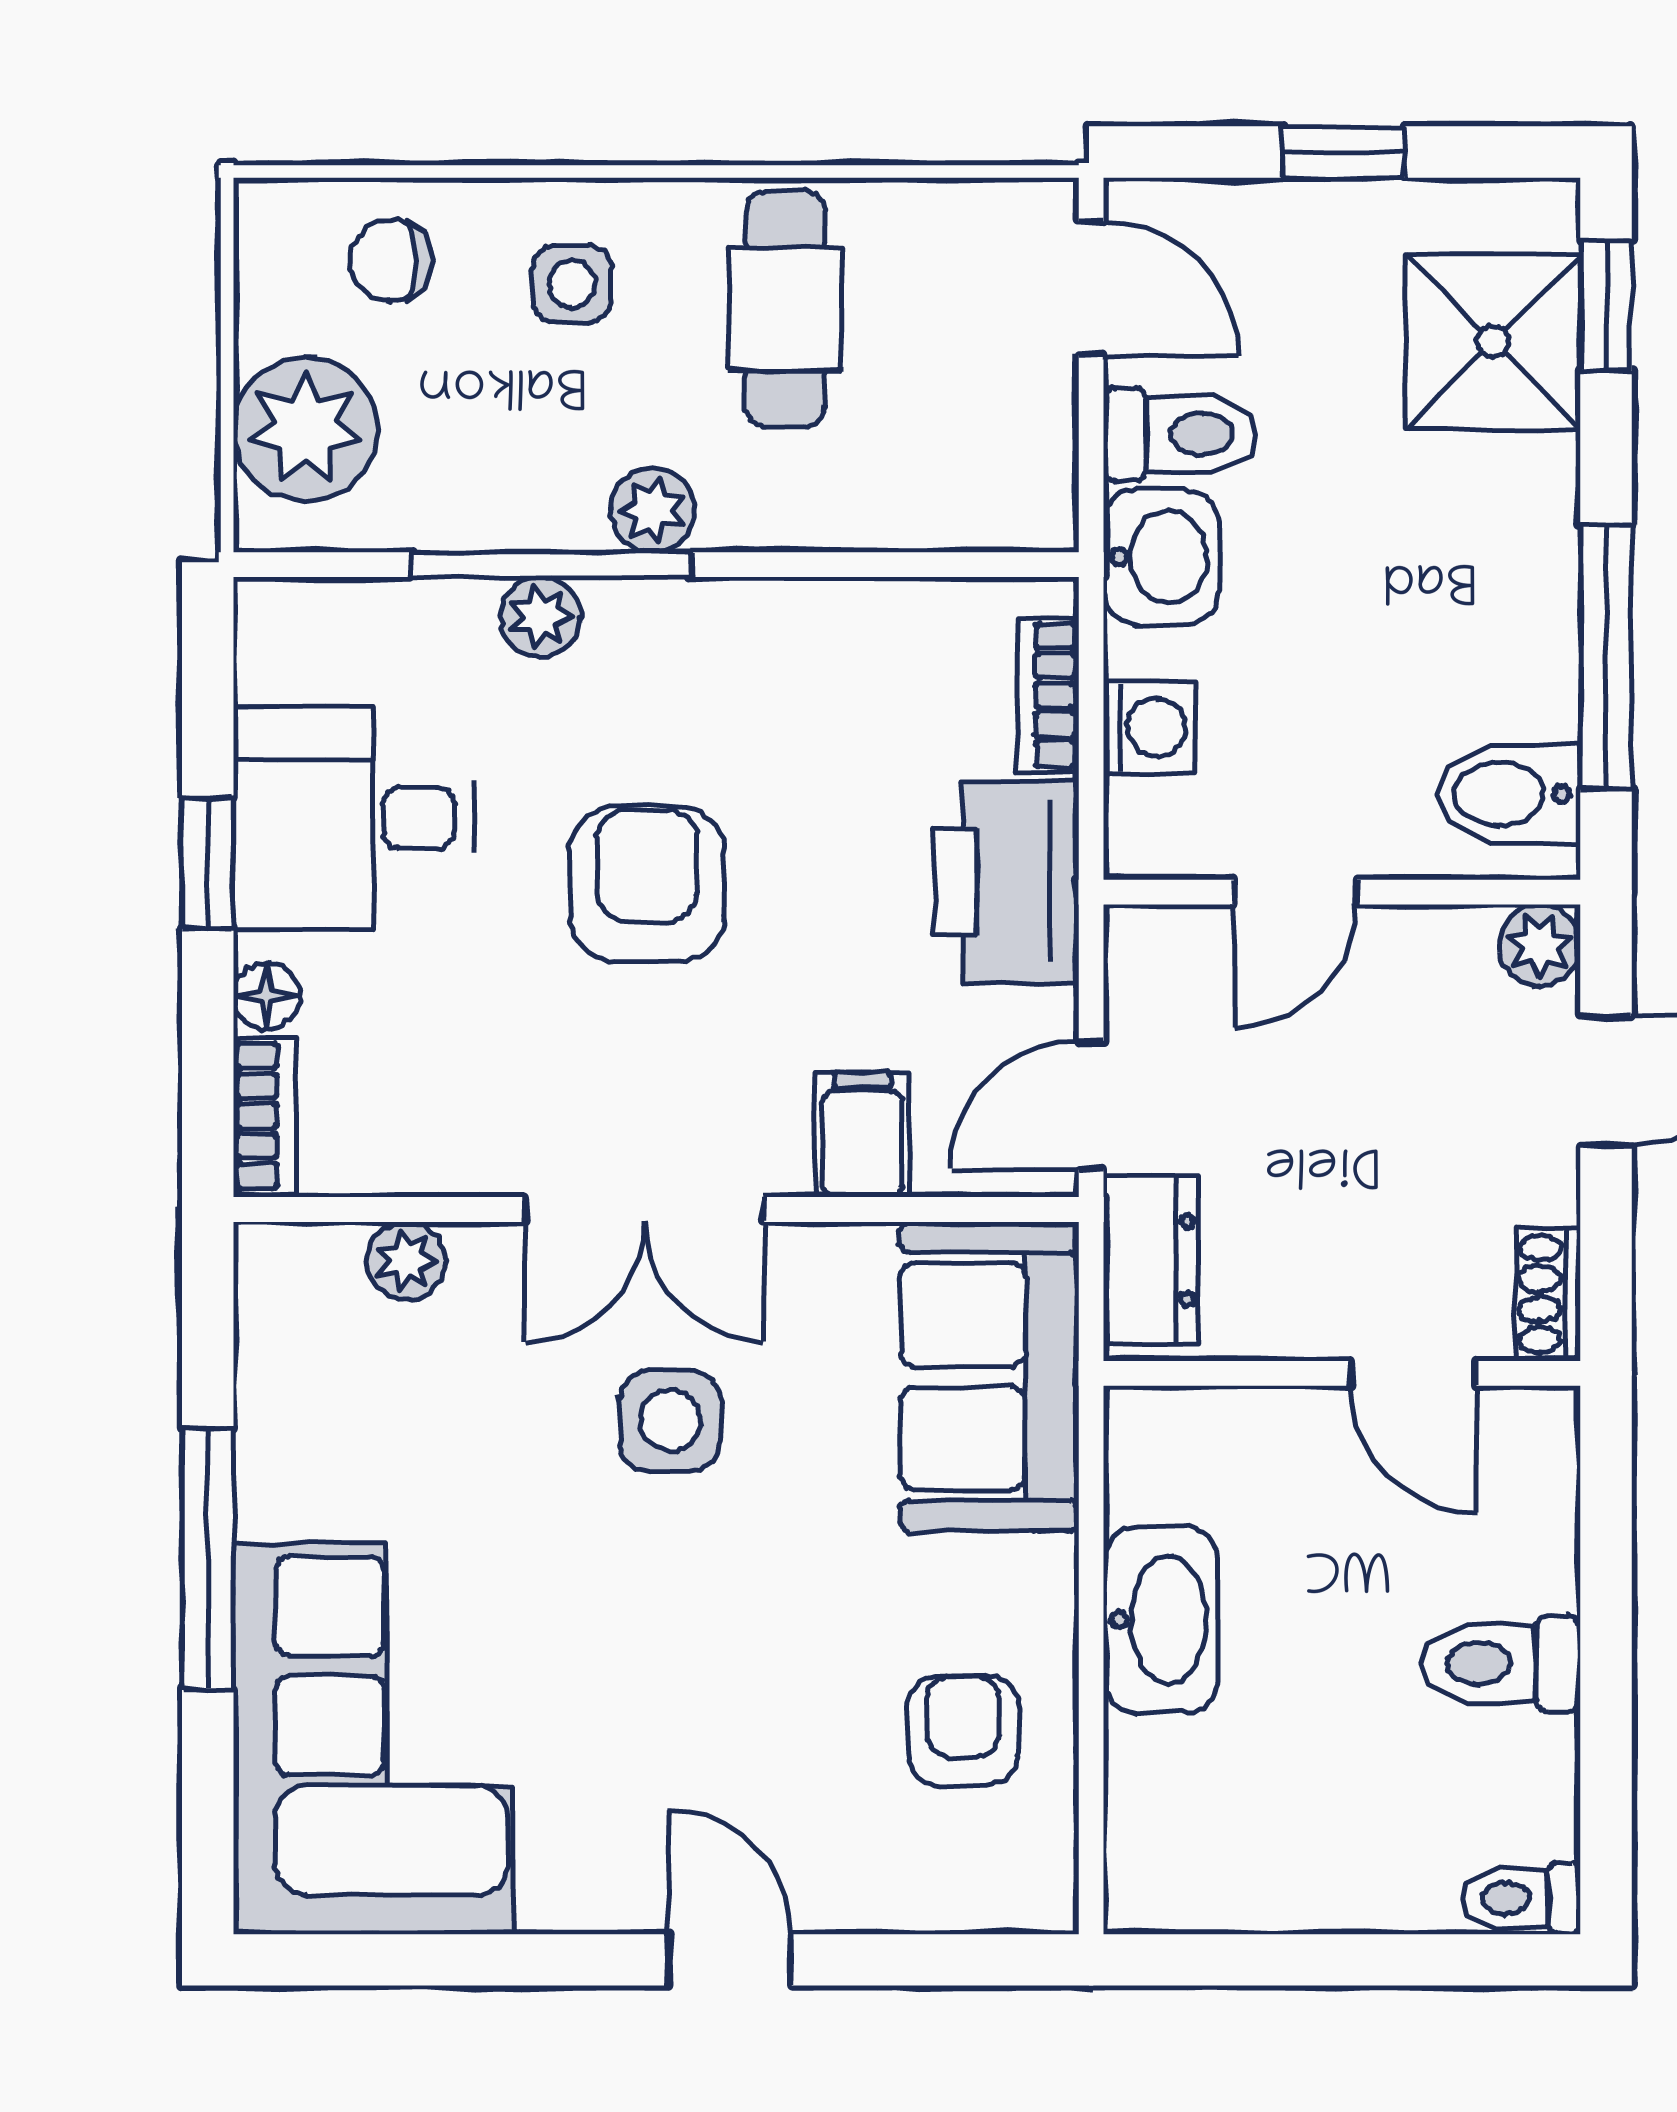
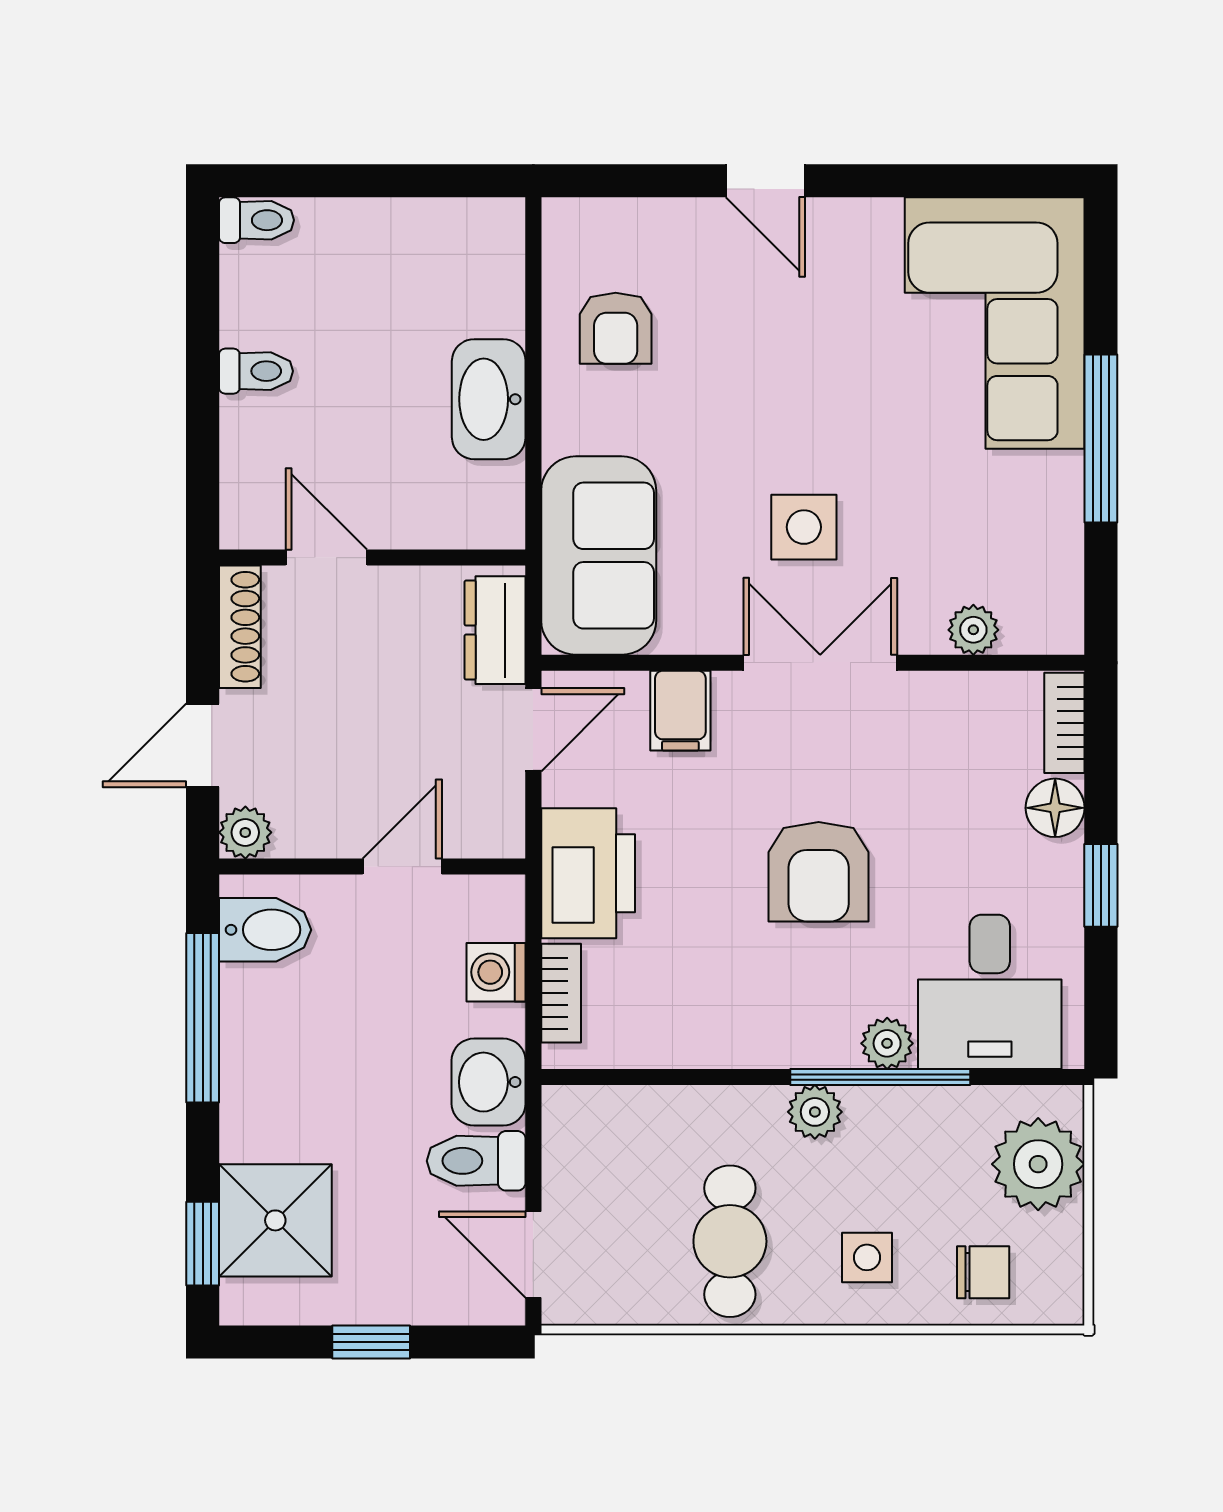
desk: (354, 818) -> (990, 992), moved, turned 90
floor lamp: (267, 996) -> (1055, 808), width x1.37, depth x1.37
shoe rack: (1548, 1294) -> (240, 627), width x1.43
toilet: (1501, 1664) -> (256, 371), width x0.73, depth x0.72

